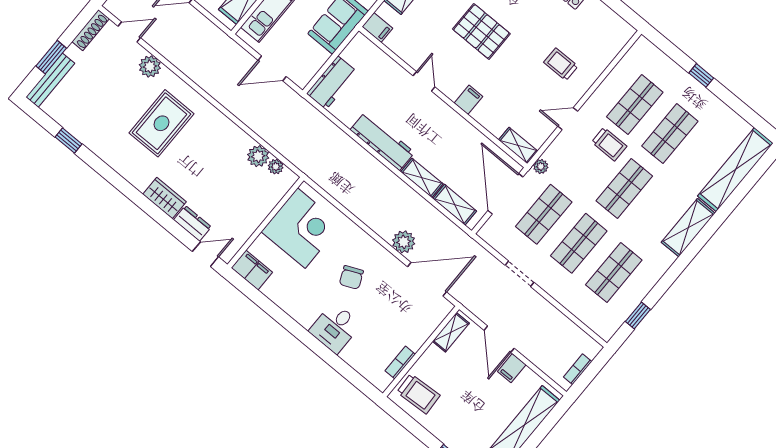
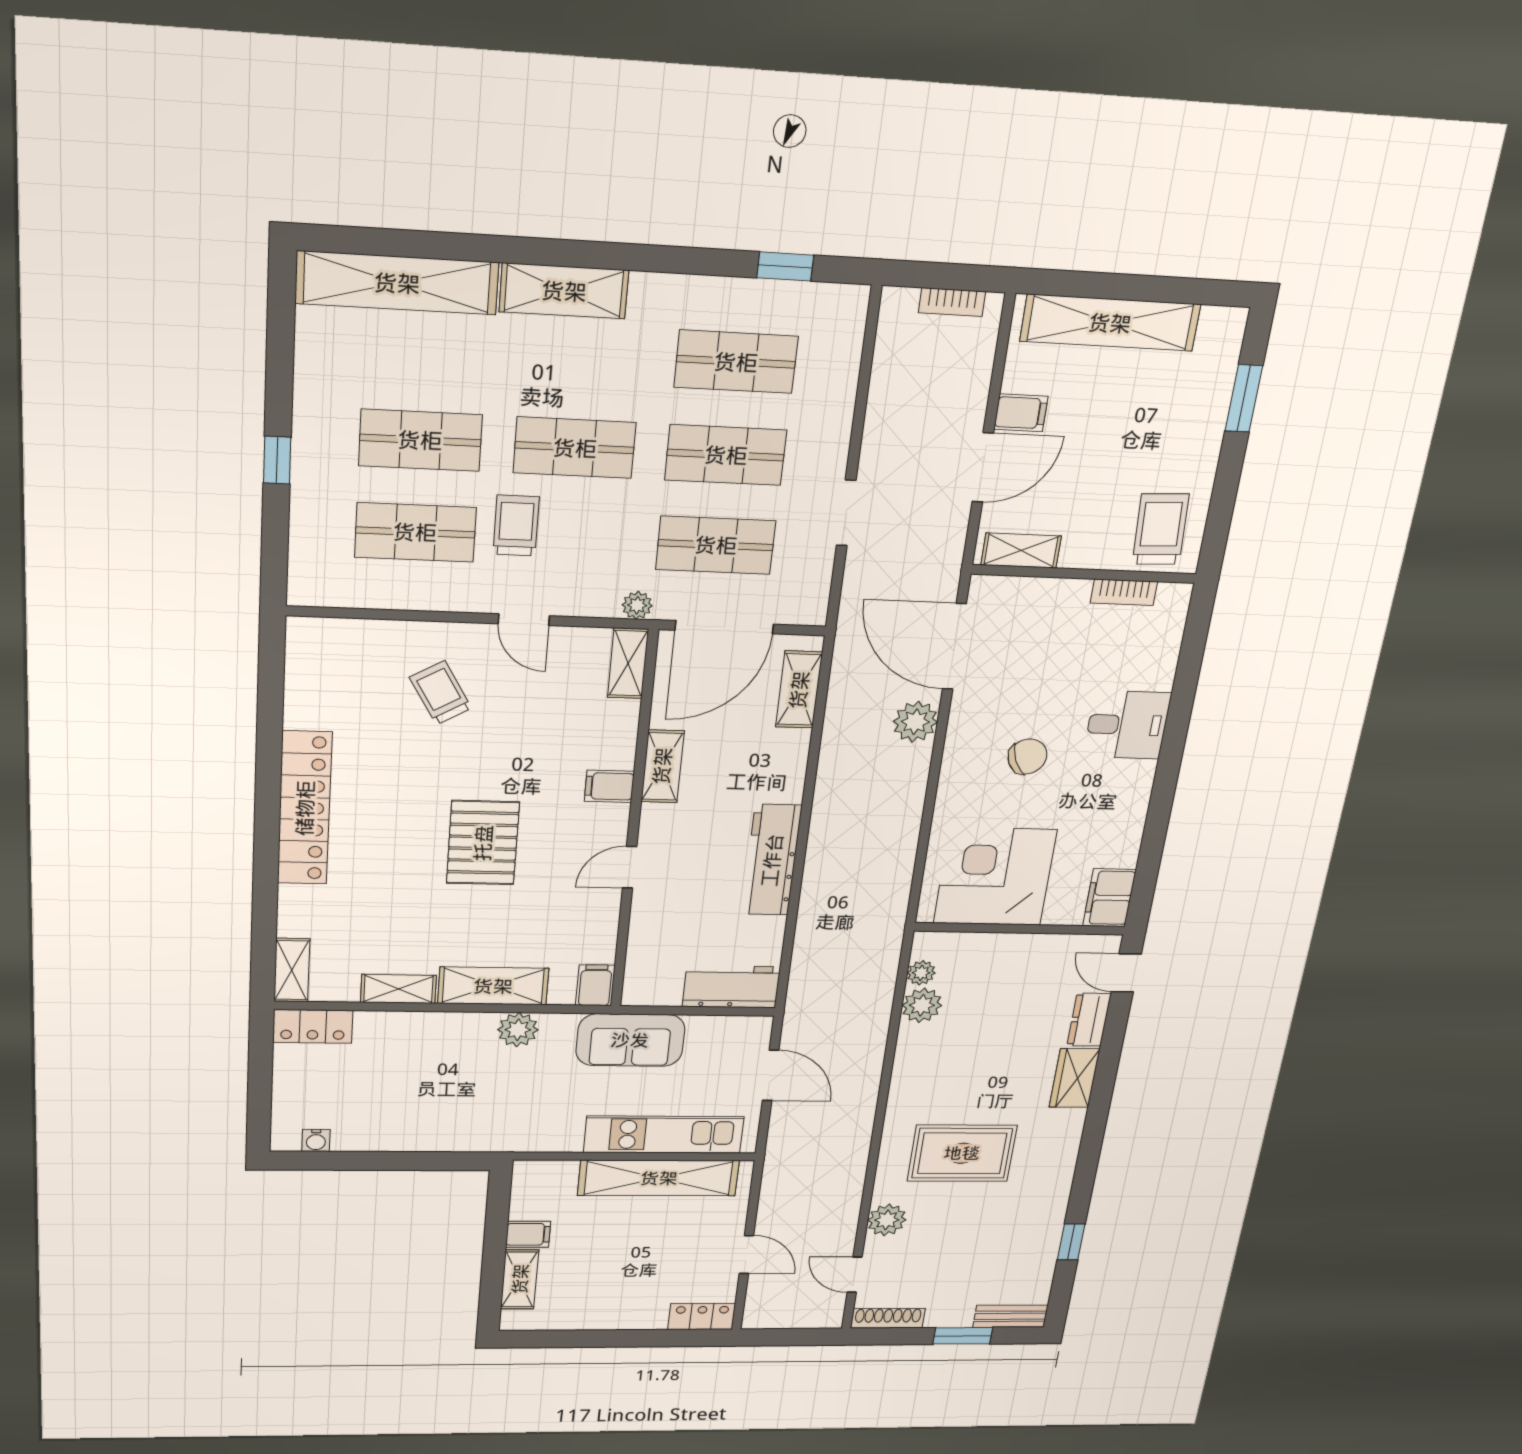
trolley: (561, 64) -> (441, 693), turned 150
bench: (50, 80) -> (1010, 1316), width x0.73
shelving: (422, 178) -> (662, 766), moved

